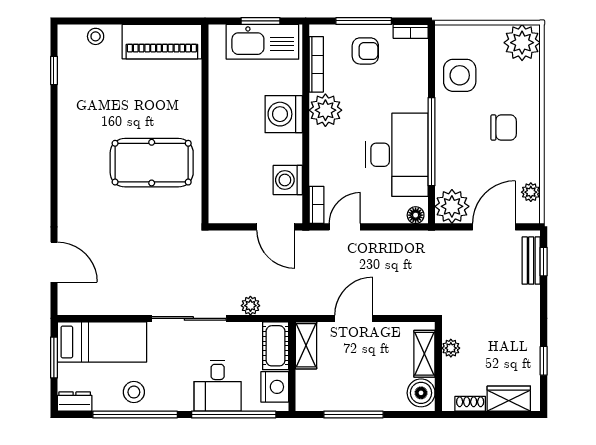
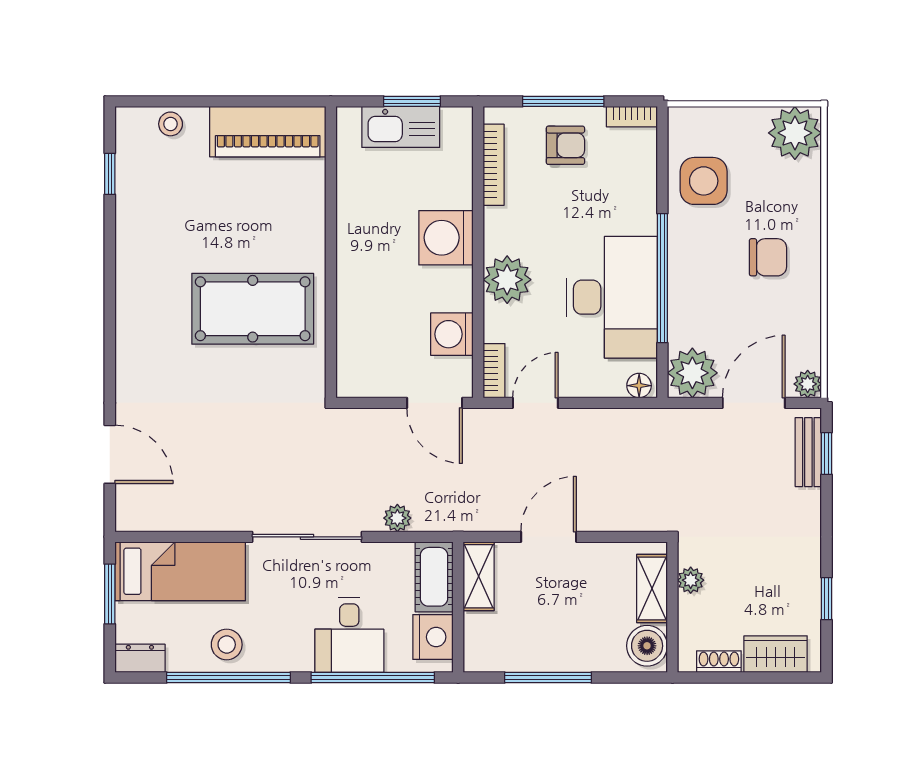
kitchen sink: (262, 42) -> (401, 127), width x0.73, depth x0.81
plant: (325, 110) -> (507, 280), moved
plant: (531, 192) -> (808, 384), moved

